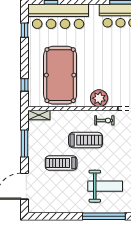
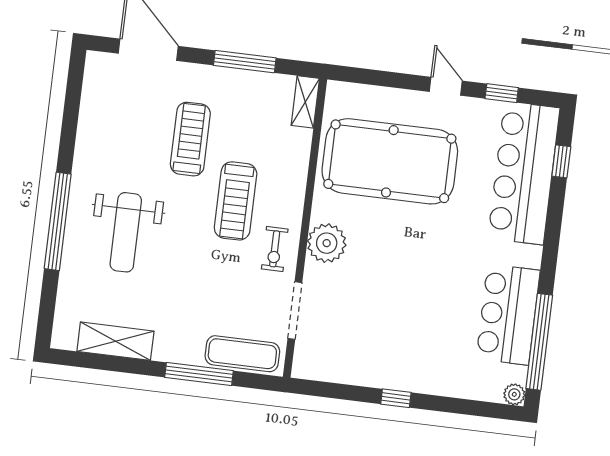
door: (25, 55) -> (446, 86), added
window: (25, 85) -> (378, 78), removed

